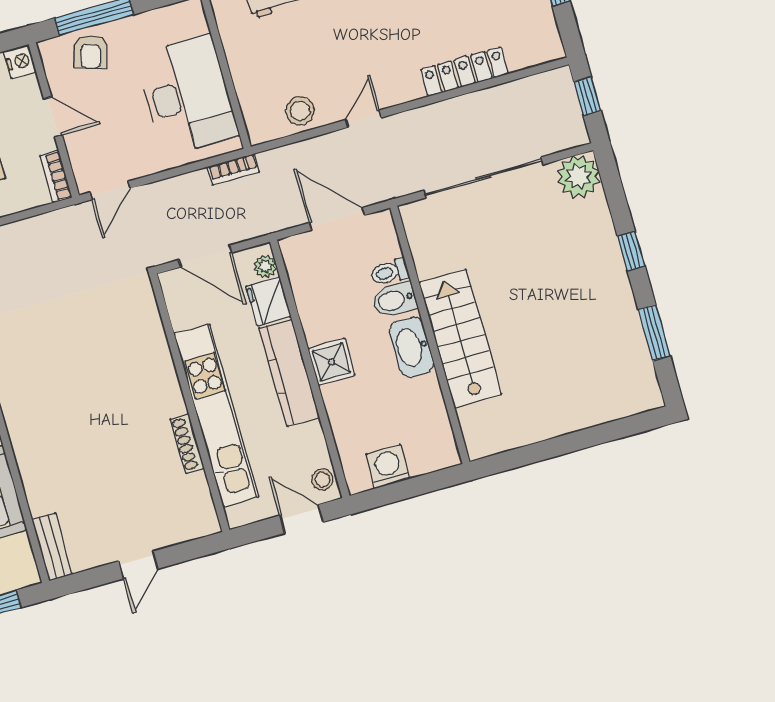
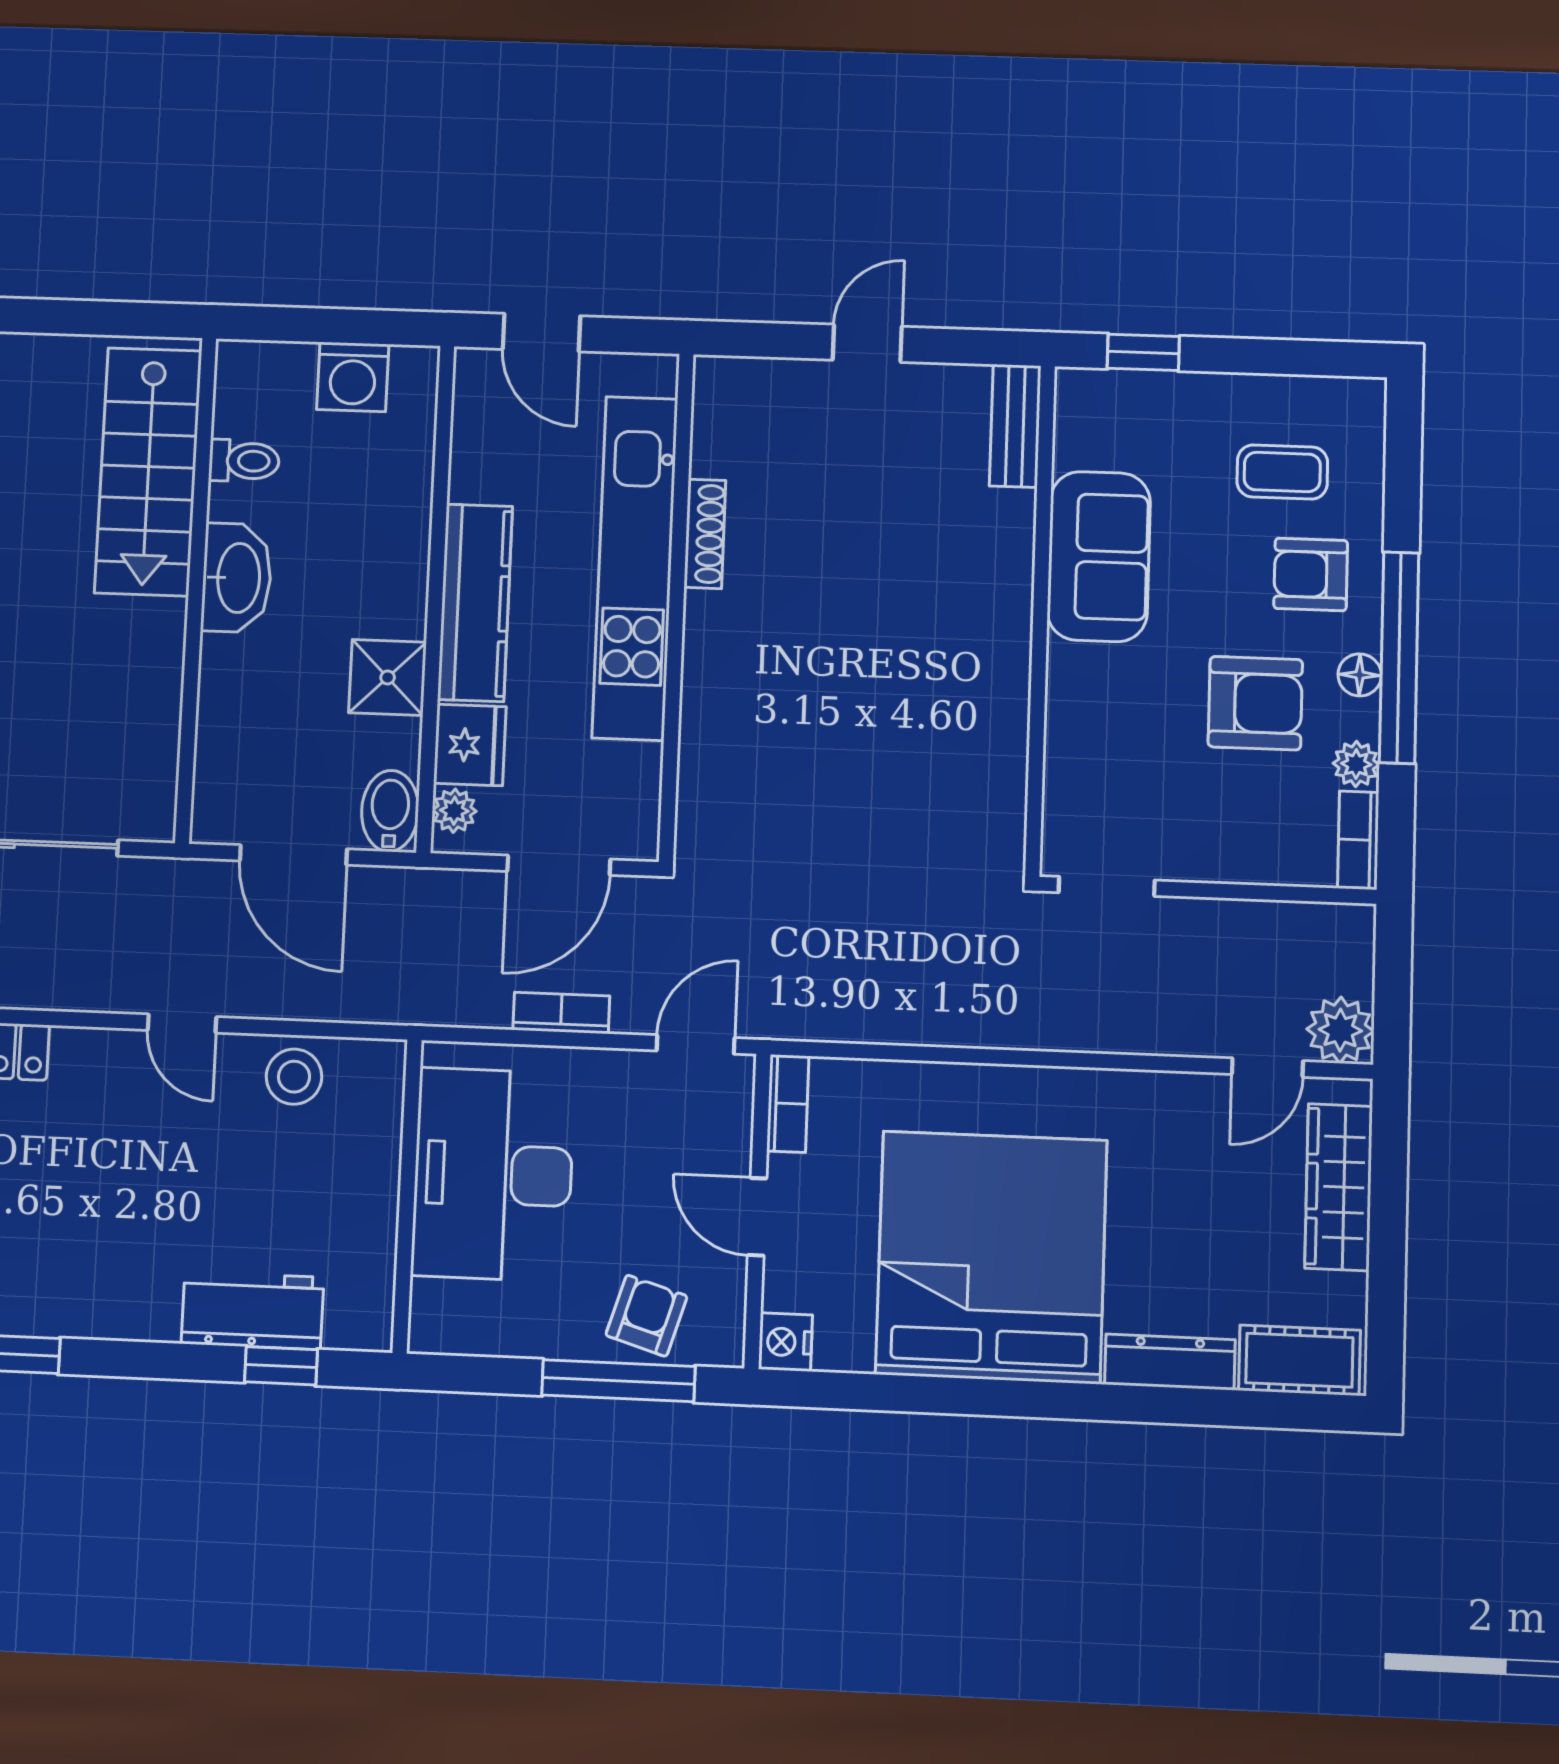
door: (363, 119) -> (182, 1023), hinge flipped
bookcase: (234, 169) -> (561, 1013), moved
door: (205, 256) -> (559, 865), swing flipped
toilet: (390, 272) -> (244, 461), moved
bidet: (394, 300) -> (390, 811), moved, turned -90
stairs: (460, 339) -> (148, 472), moved
shower: (331, 362) -> (388, 677), moved
stool: (322, 480) -> (479, 391), removed

